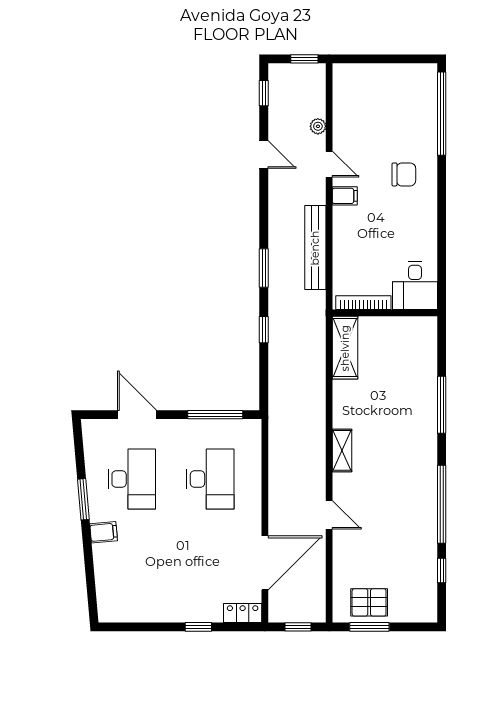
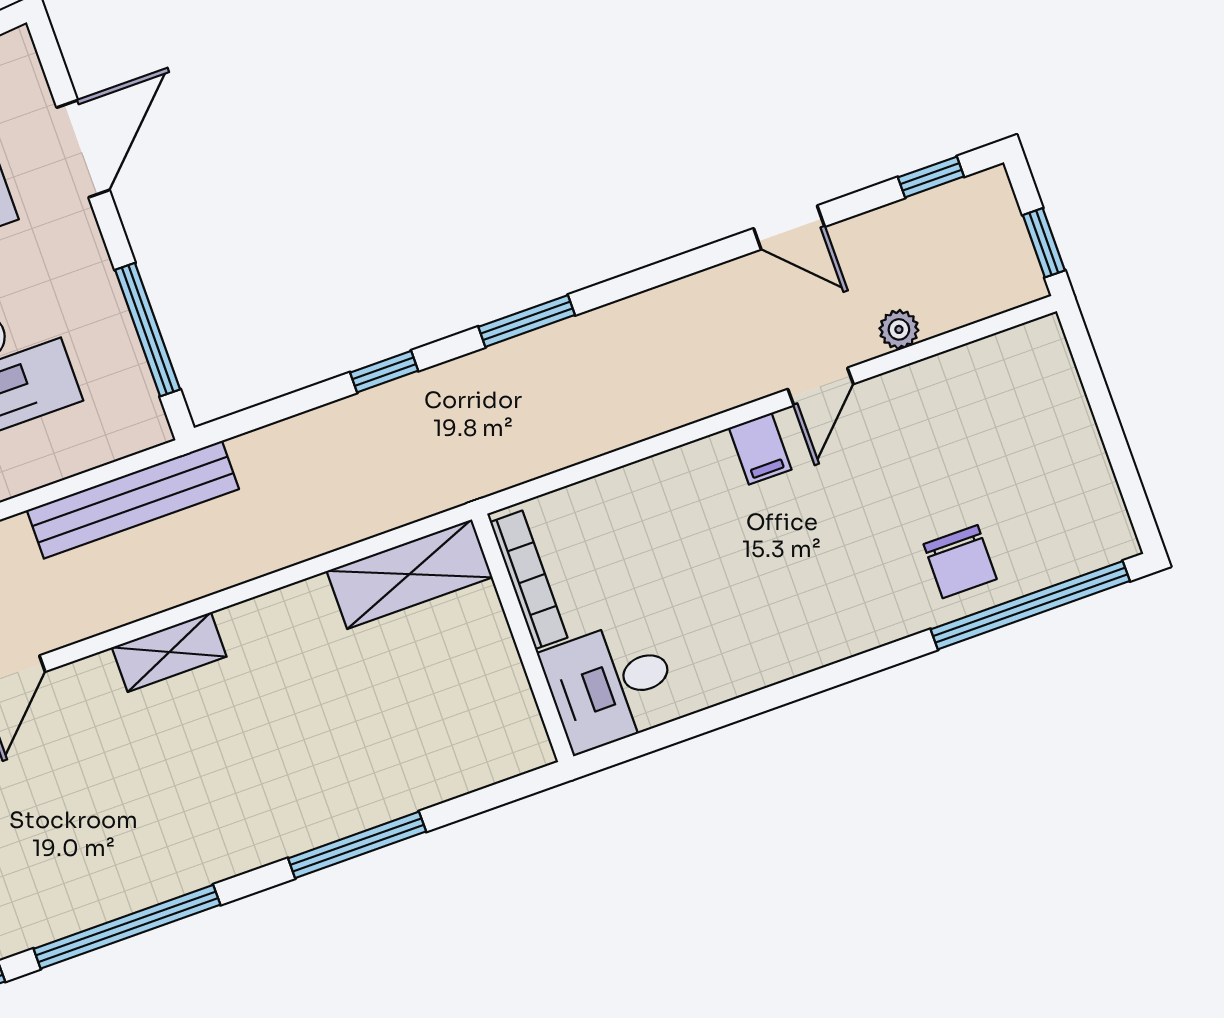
door: (264, 155) -> (789, 227), hinge flipped
chair: (404, 174) -> (960, 562), moved
bench: (315, 248) -> (133, 500), moved

